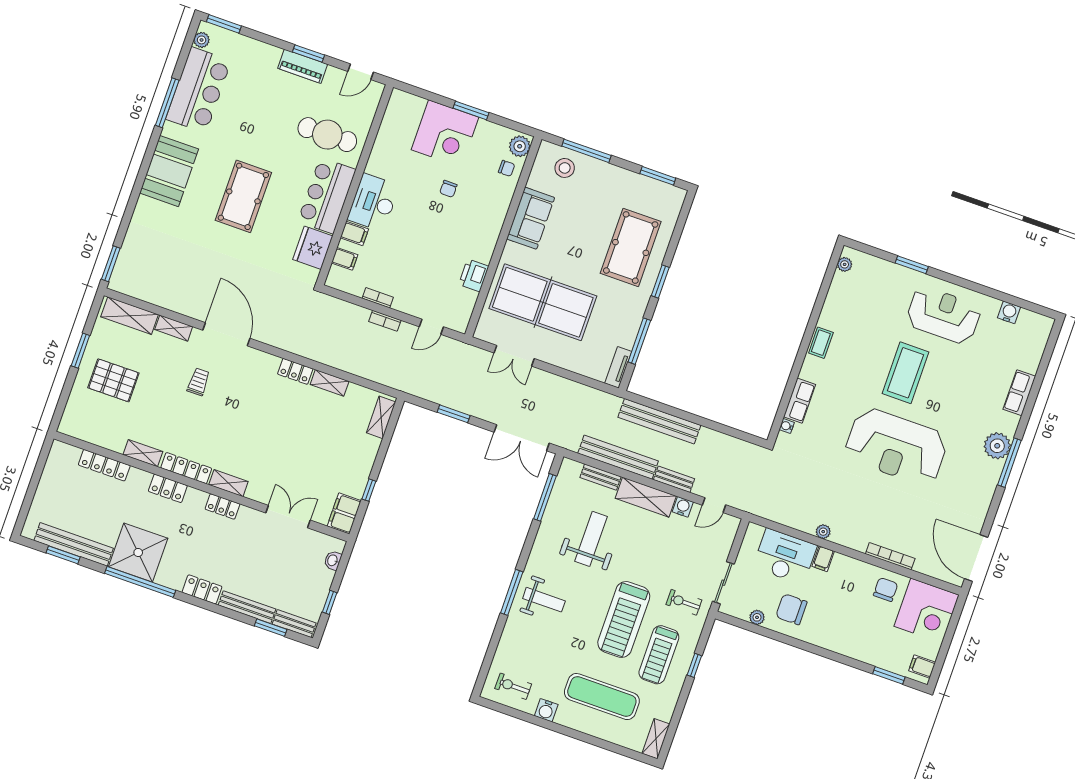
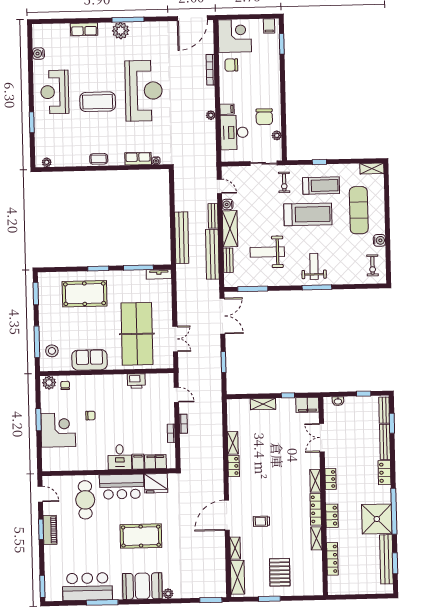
plant: (202, 40) -> (168, 594), moved
desk: (373, 203) -> (120, 457), width x0.73
filing cabinet: (345, 259) -> (155, 462), width x2.00
shelving: (381, 417) -> (263, 404), moved

